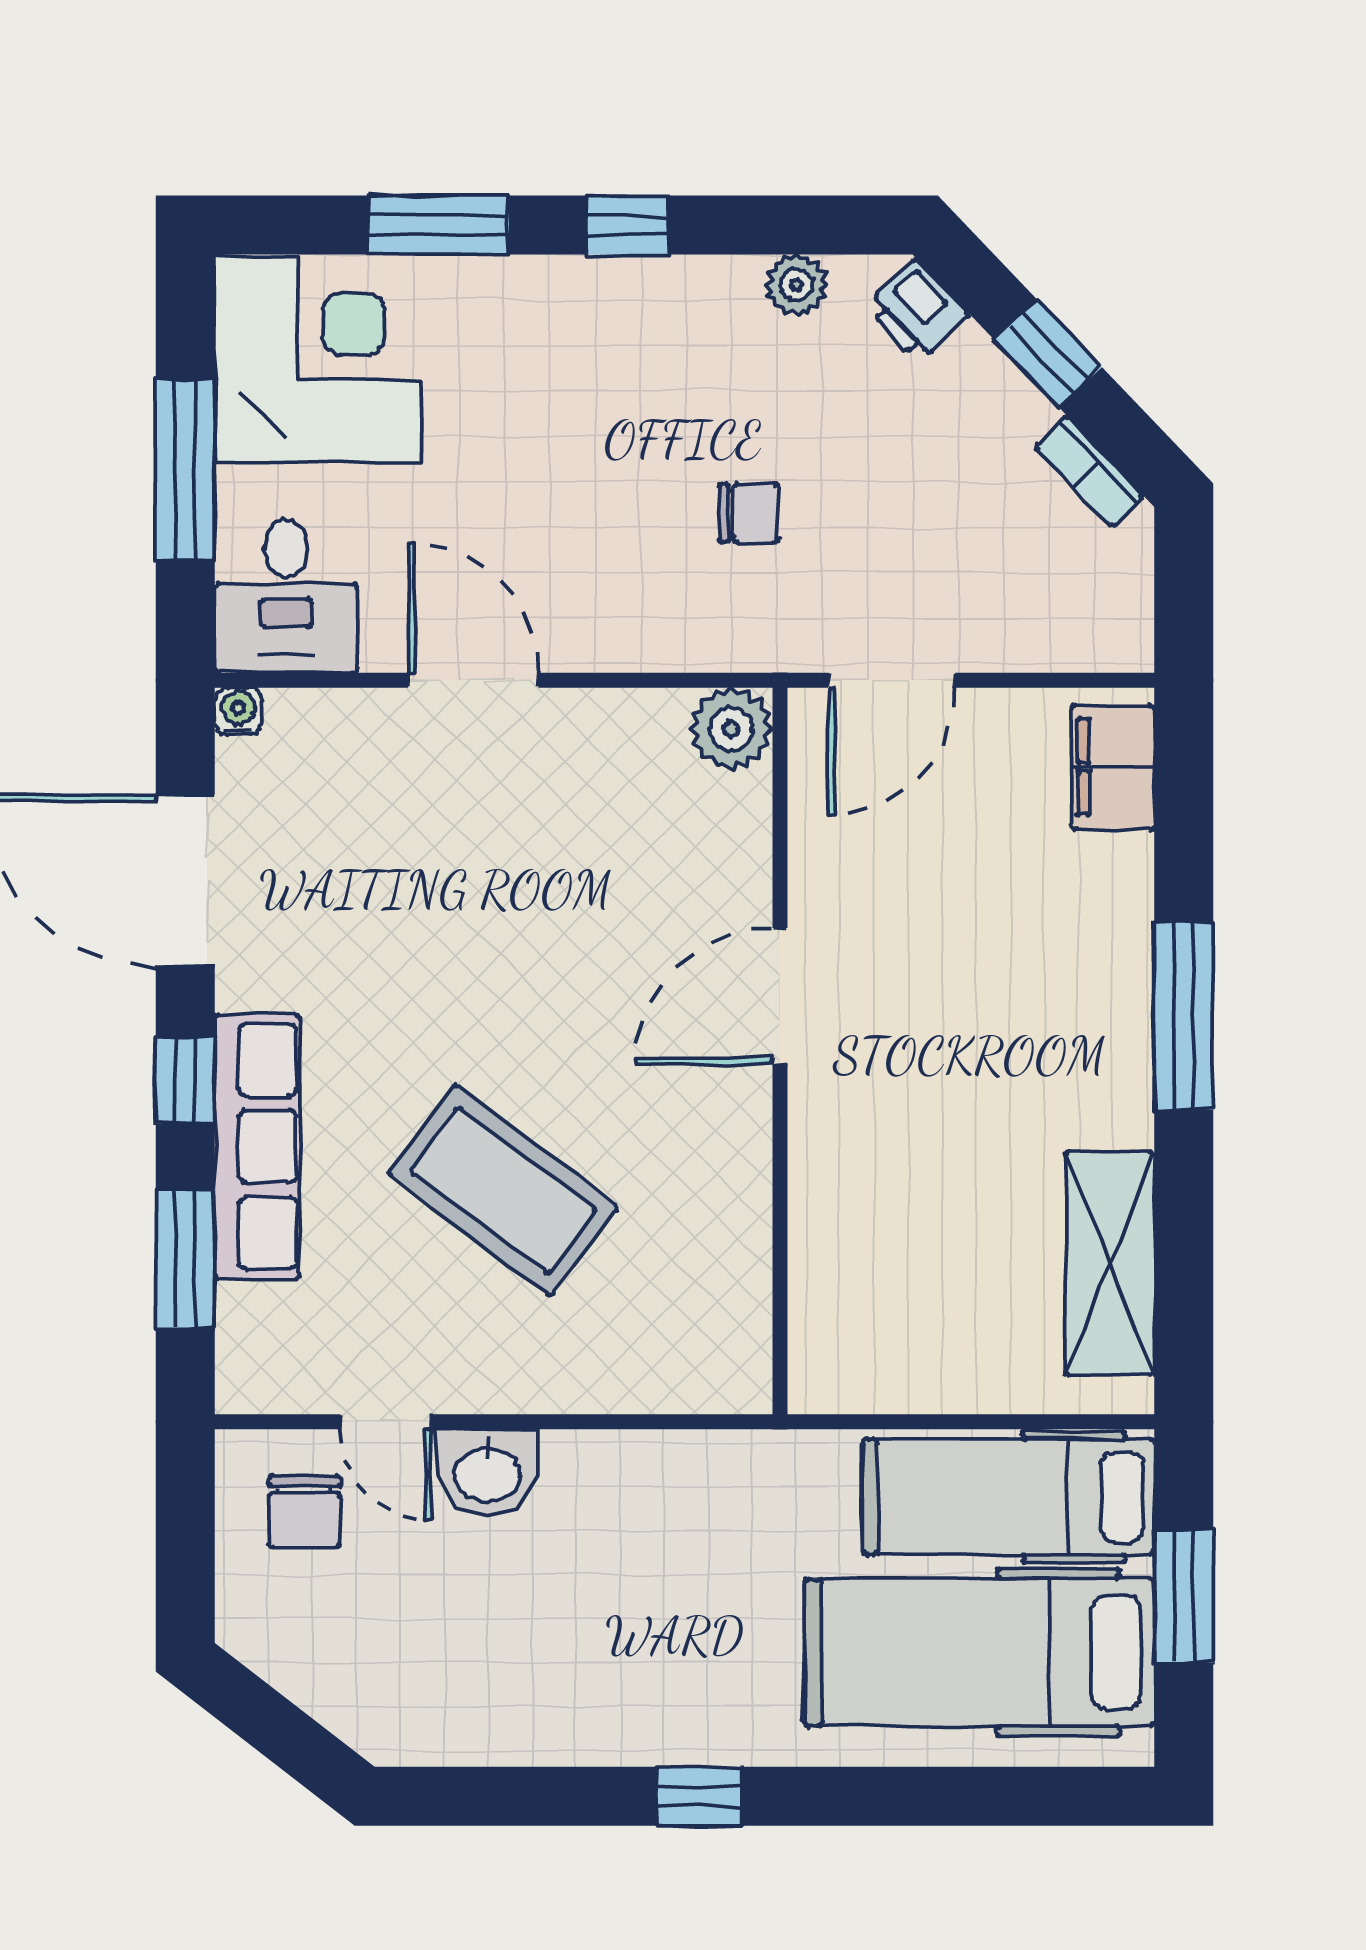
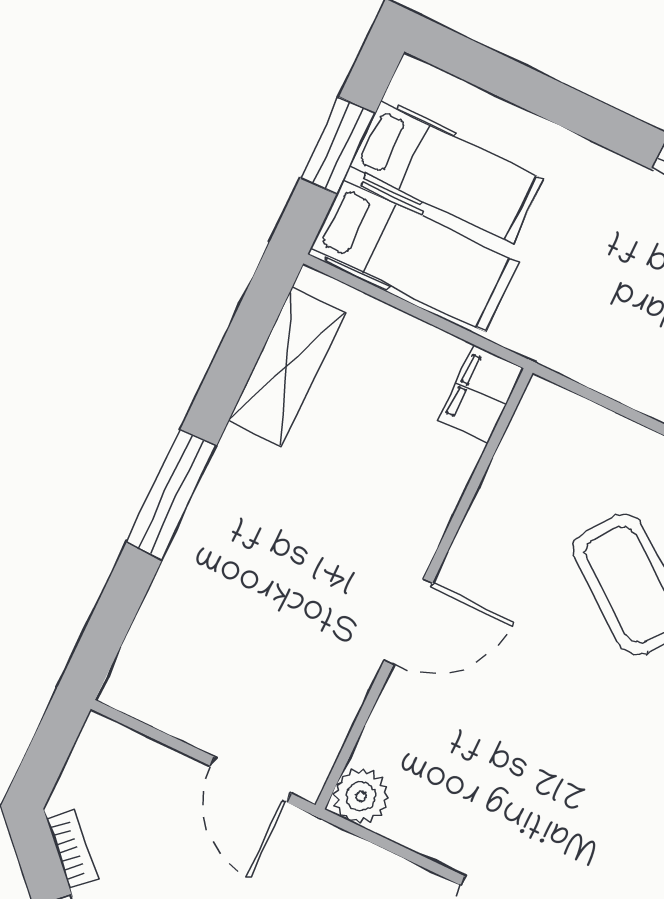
door: (892, 680) -> (250, 779), swing flipped
filing cabinet: (1113, 767) -> (481, 394), moved, turned 180
hospital bed: (979, 1652) -> (446, 172), width x0.73, depth x0.78

